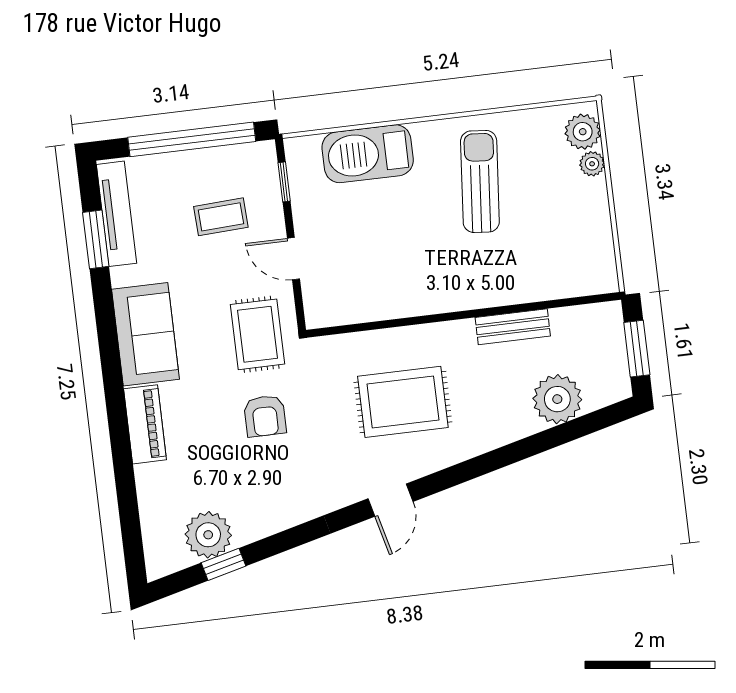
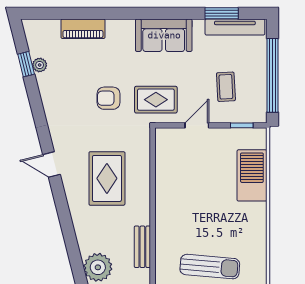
sun lounger: (480, 181) -> (210, 267), moved
piano: (145, 424) -> (83, 29), moved
plant: (208, 535) -> (40, 65), width x0.53, depth x0.53

